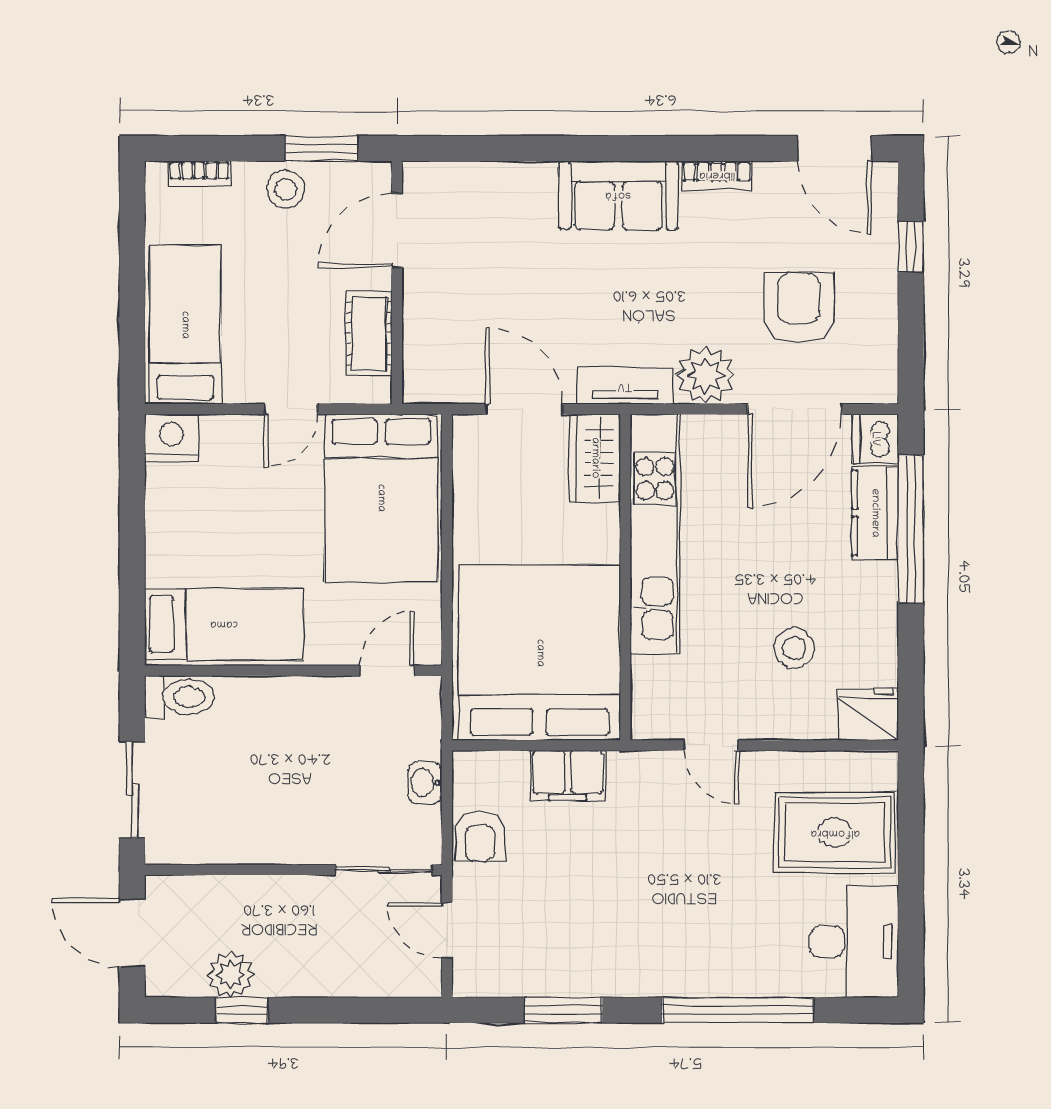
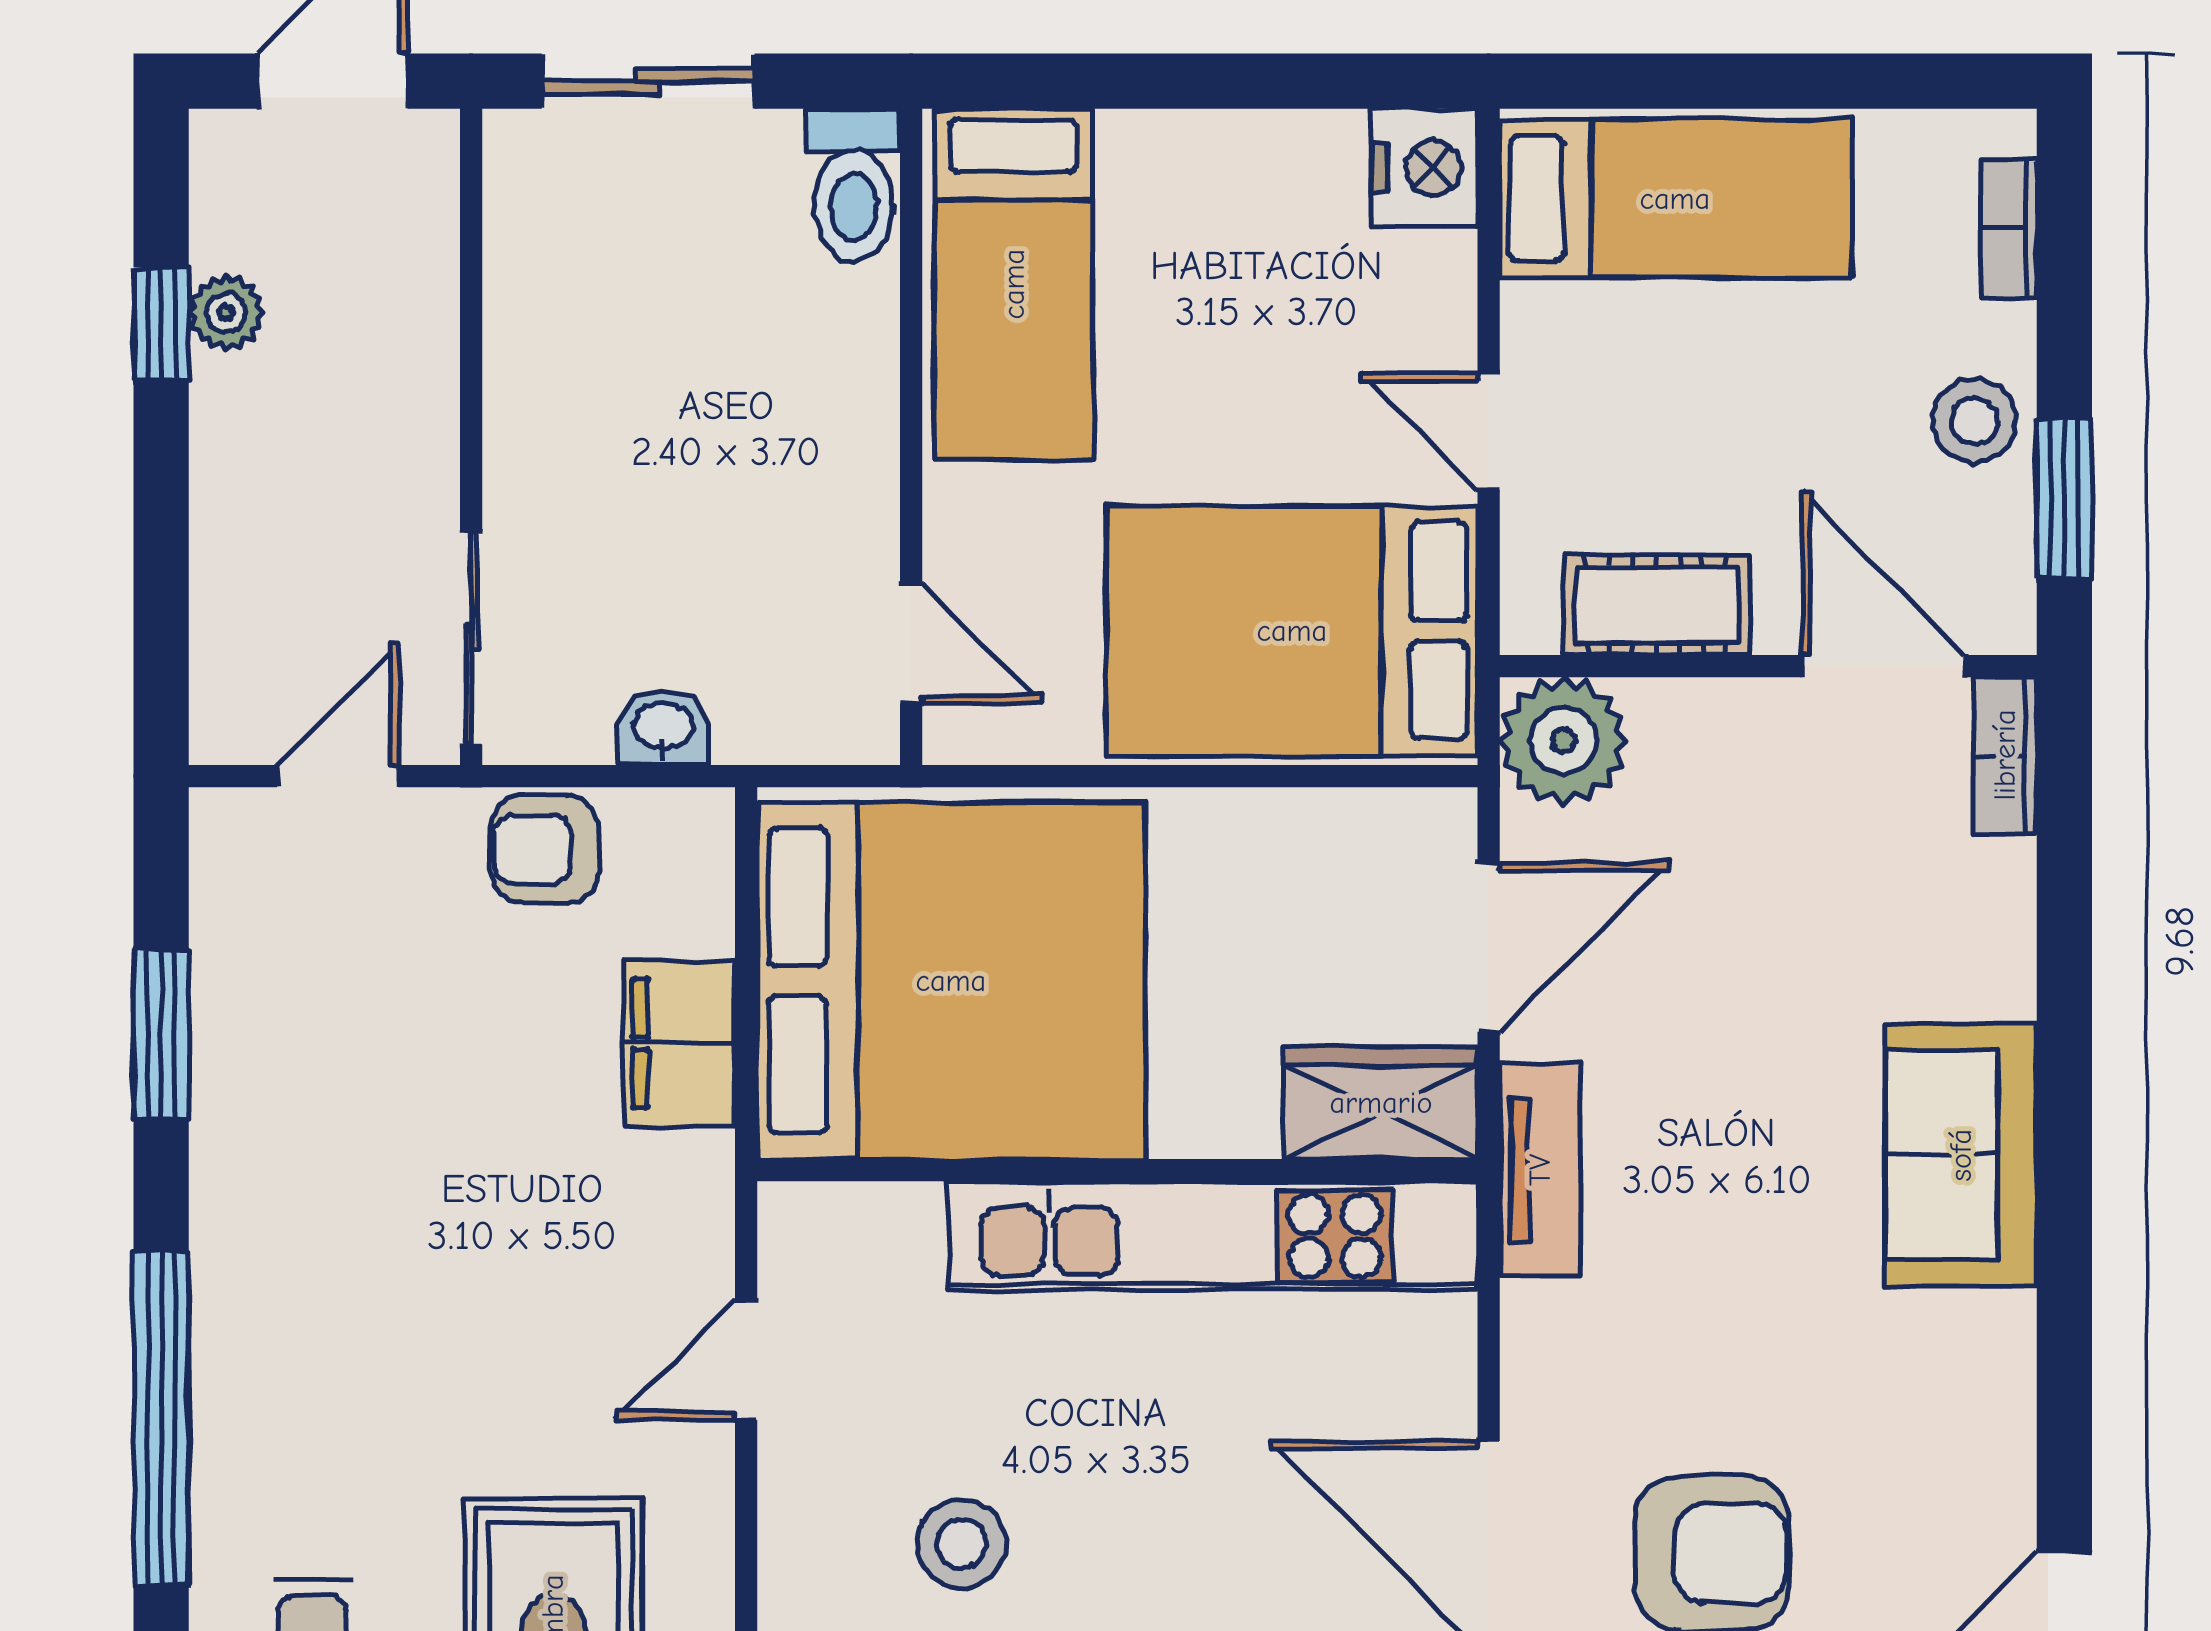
bookcase: (717, 175) -> (2005, 755), moved
plant: (706, 375) -> (1564, 741), moved
plant: (231, 975) -> (226, 313), width x0.73, depth x0.73

